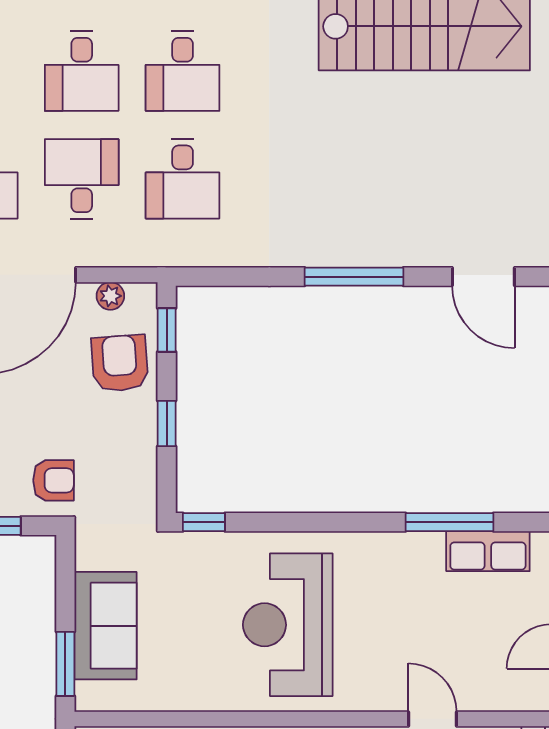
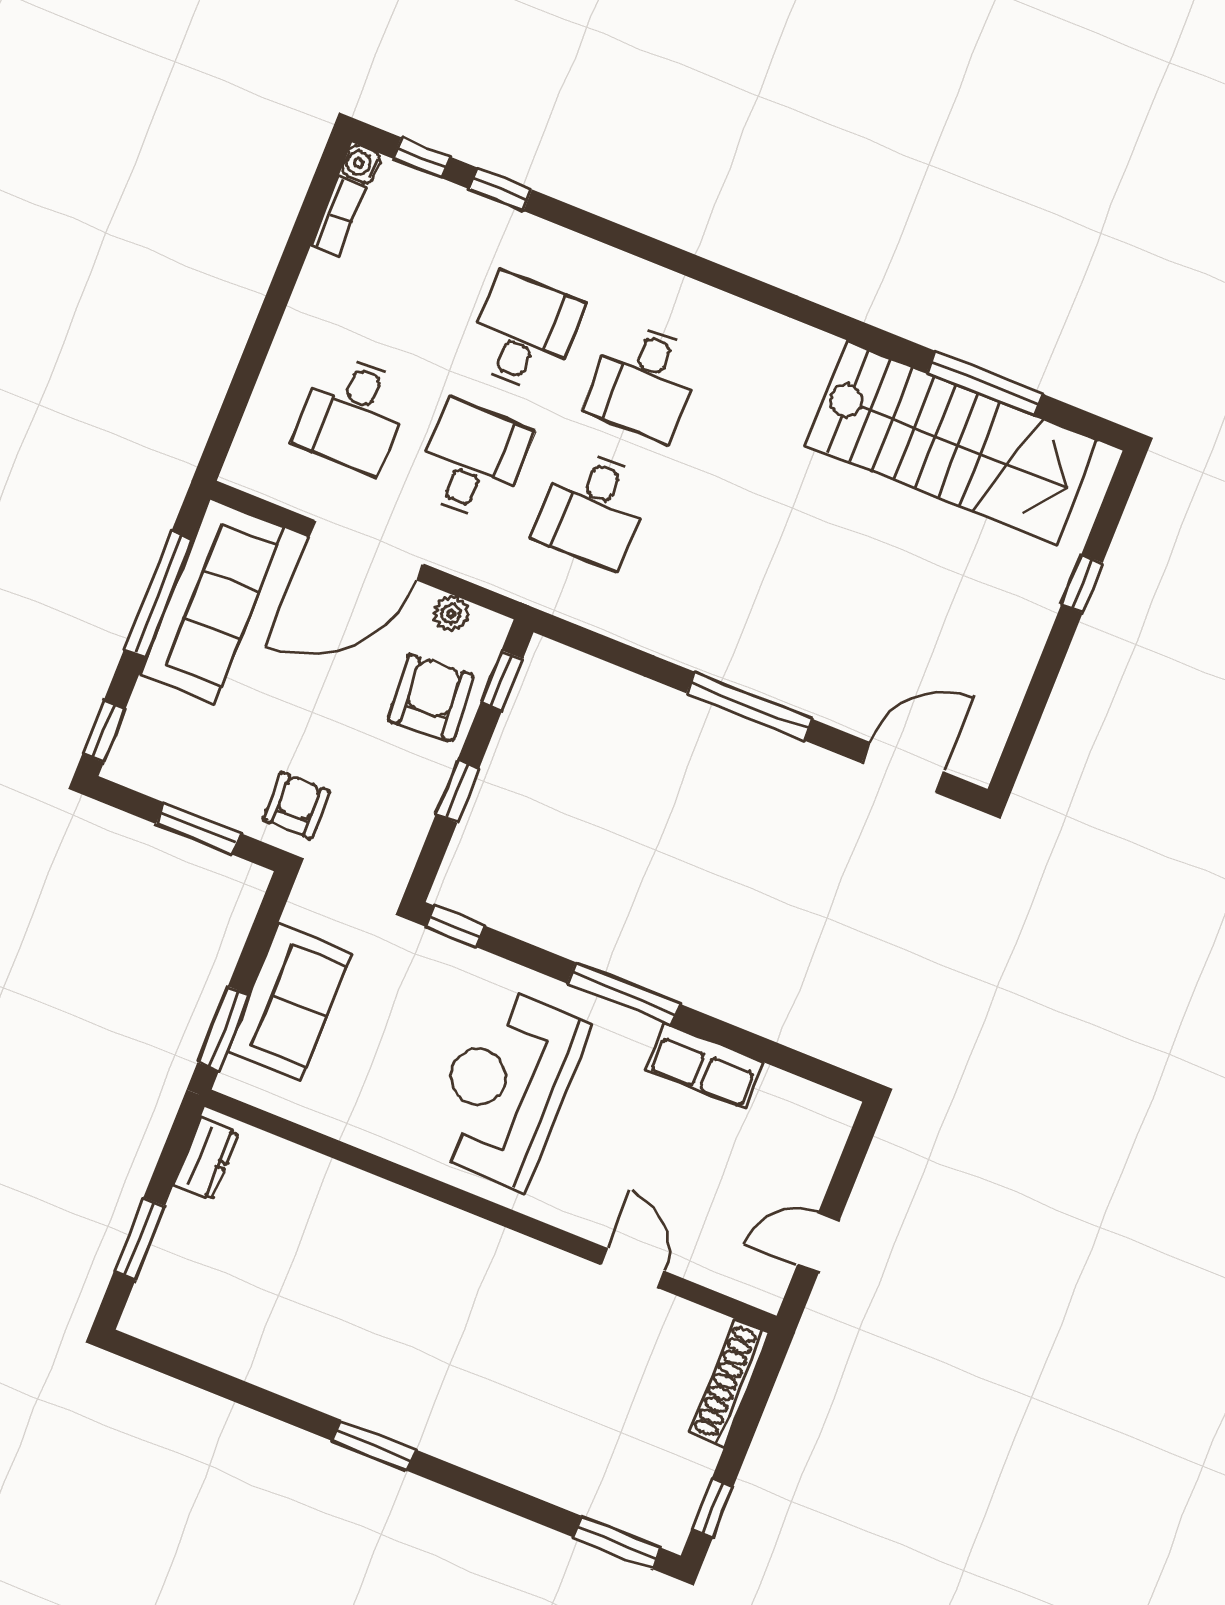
desk: (82, 71) -> (524, 333), turned 180
door: (483, 277) -> (903, 768), swing flipped
armchair: (53, 480) -> (296, 805), turned -90
window: (450, 522) -> (624, 994), moved
row of seats: (488, 551) -> (705, 1066), moved

